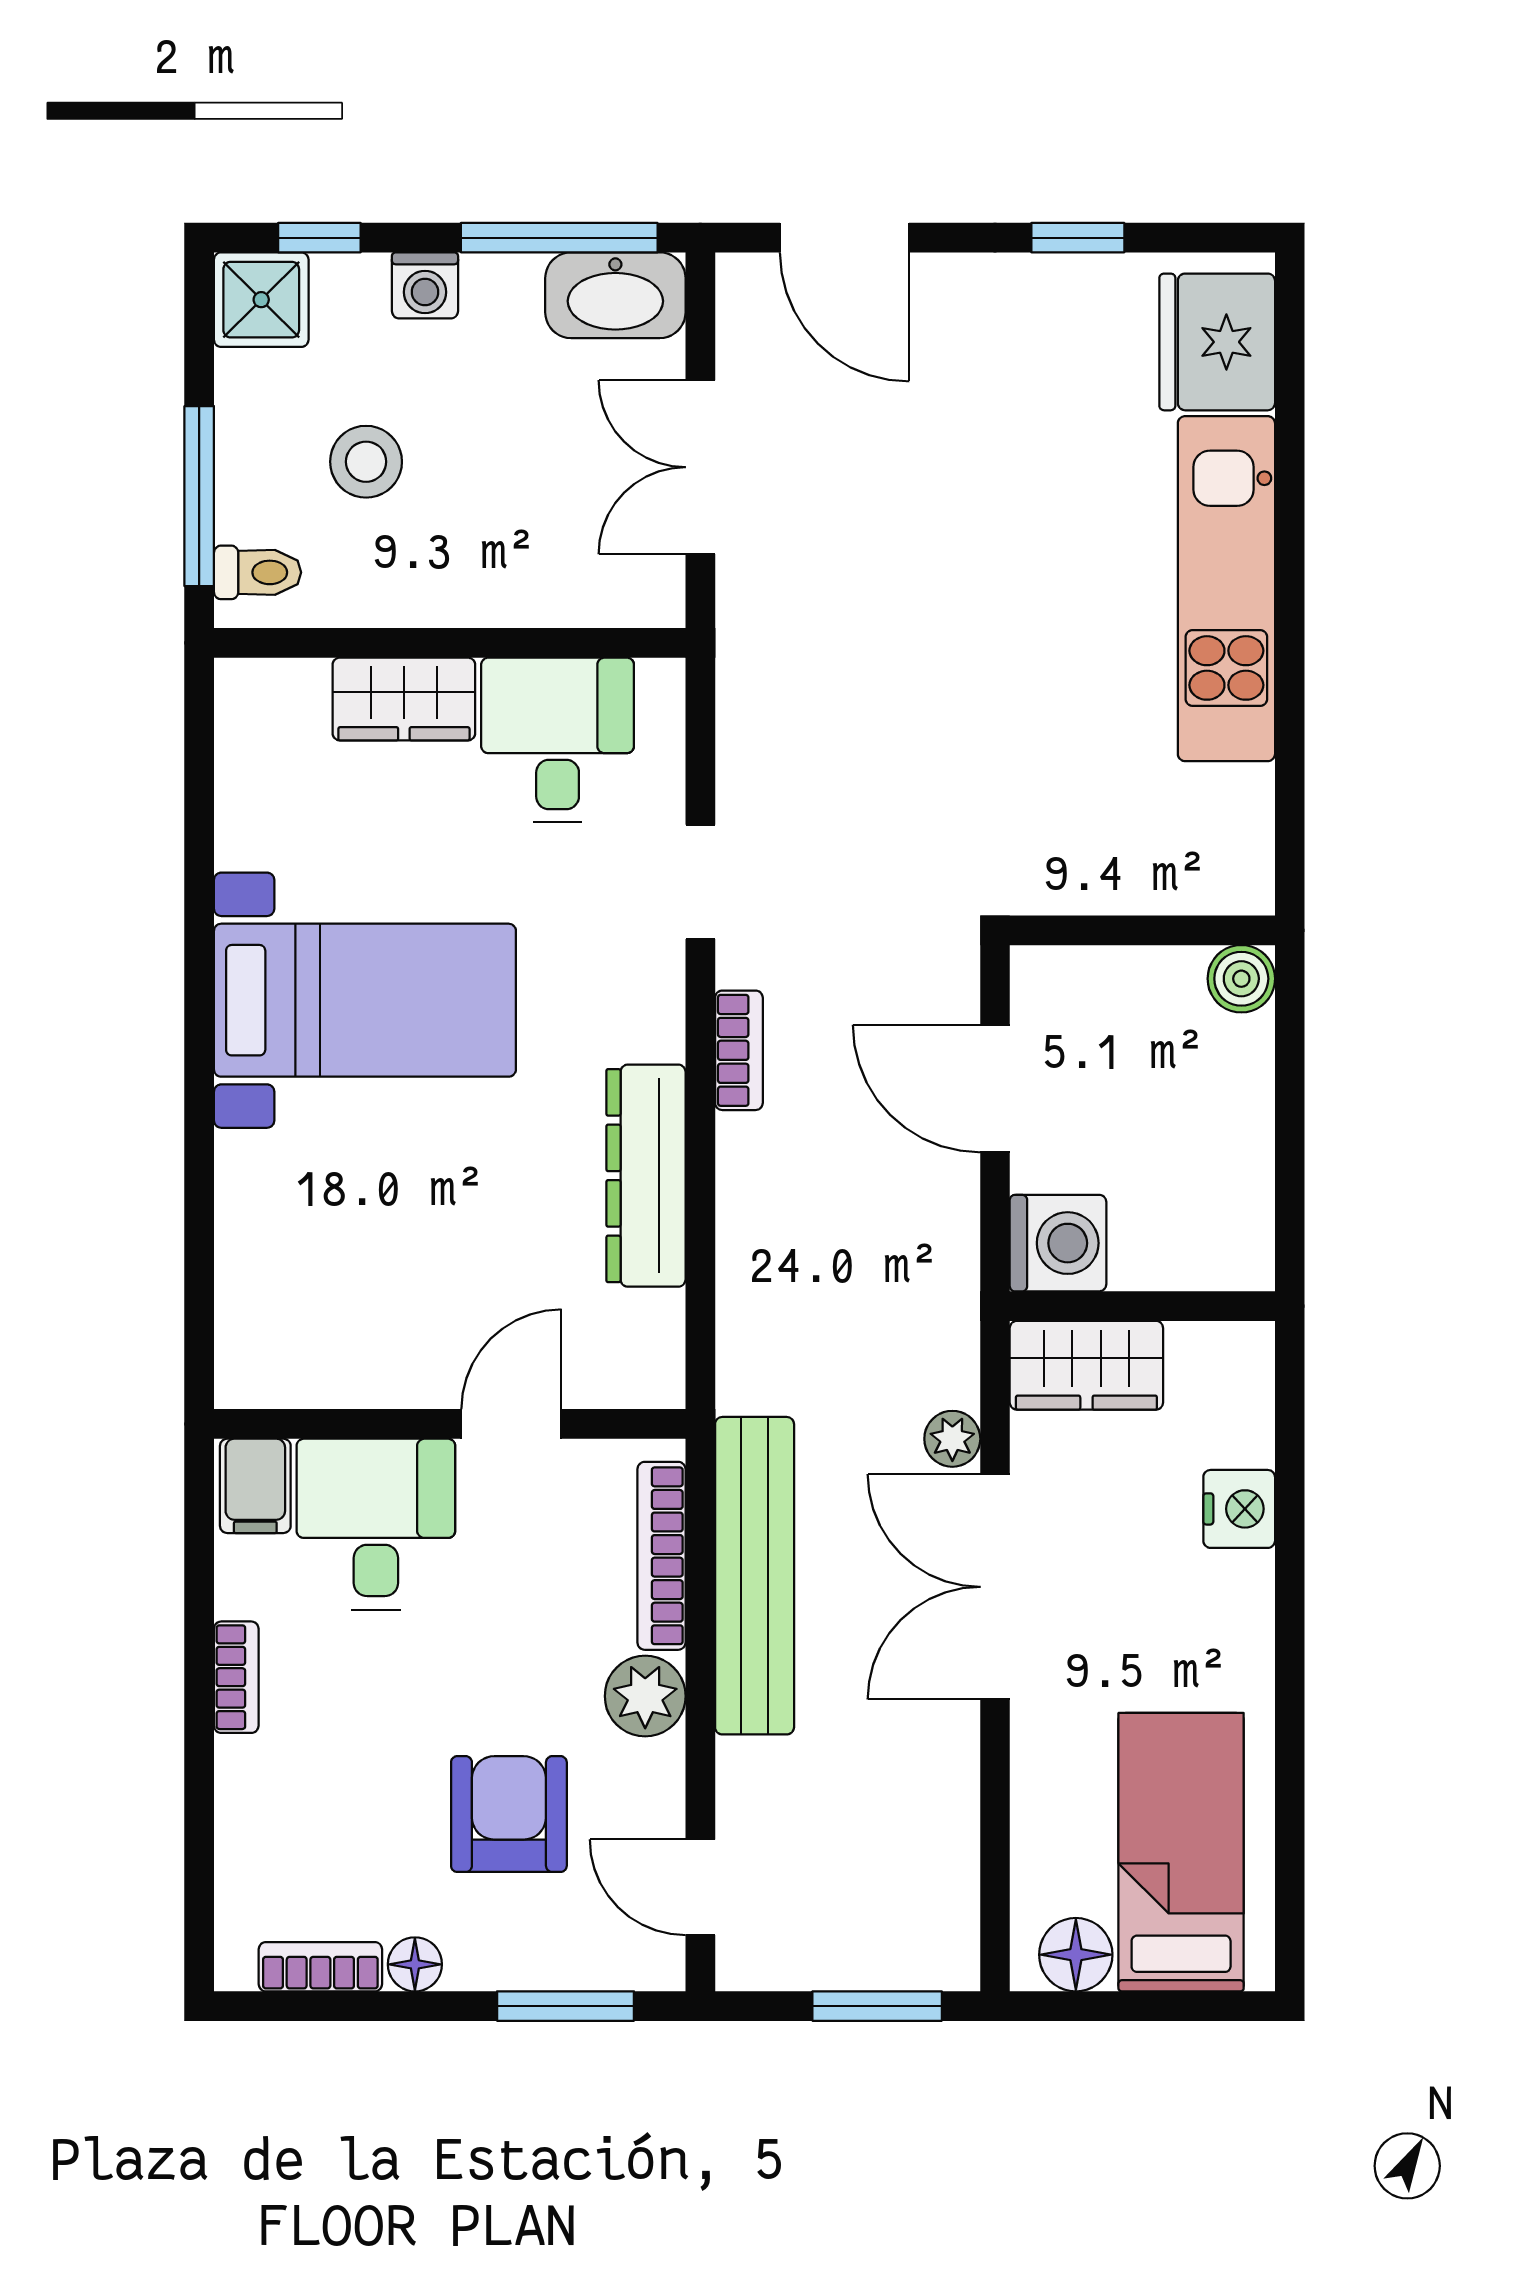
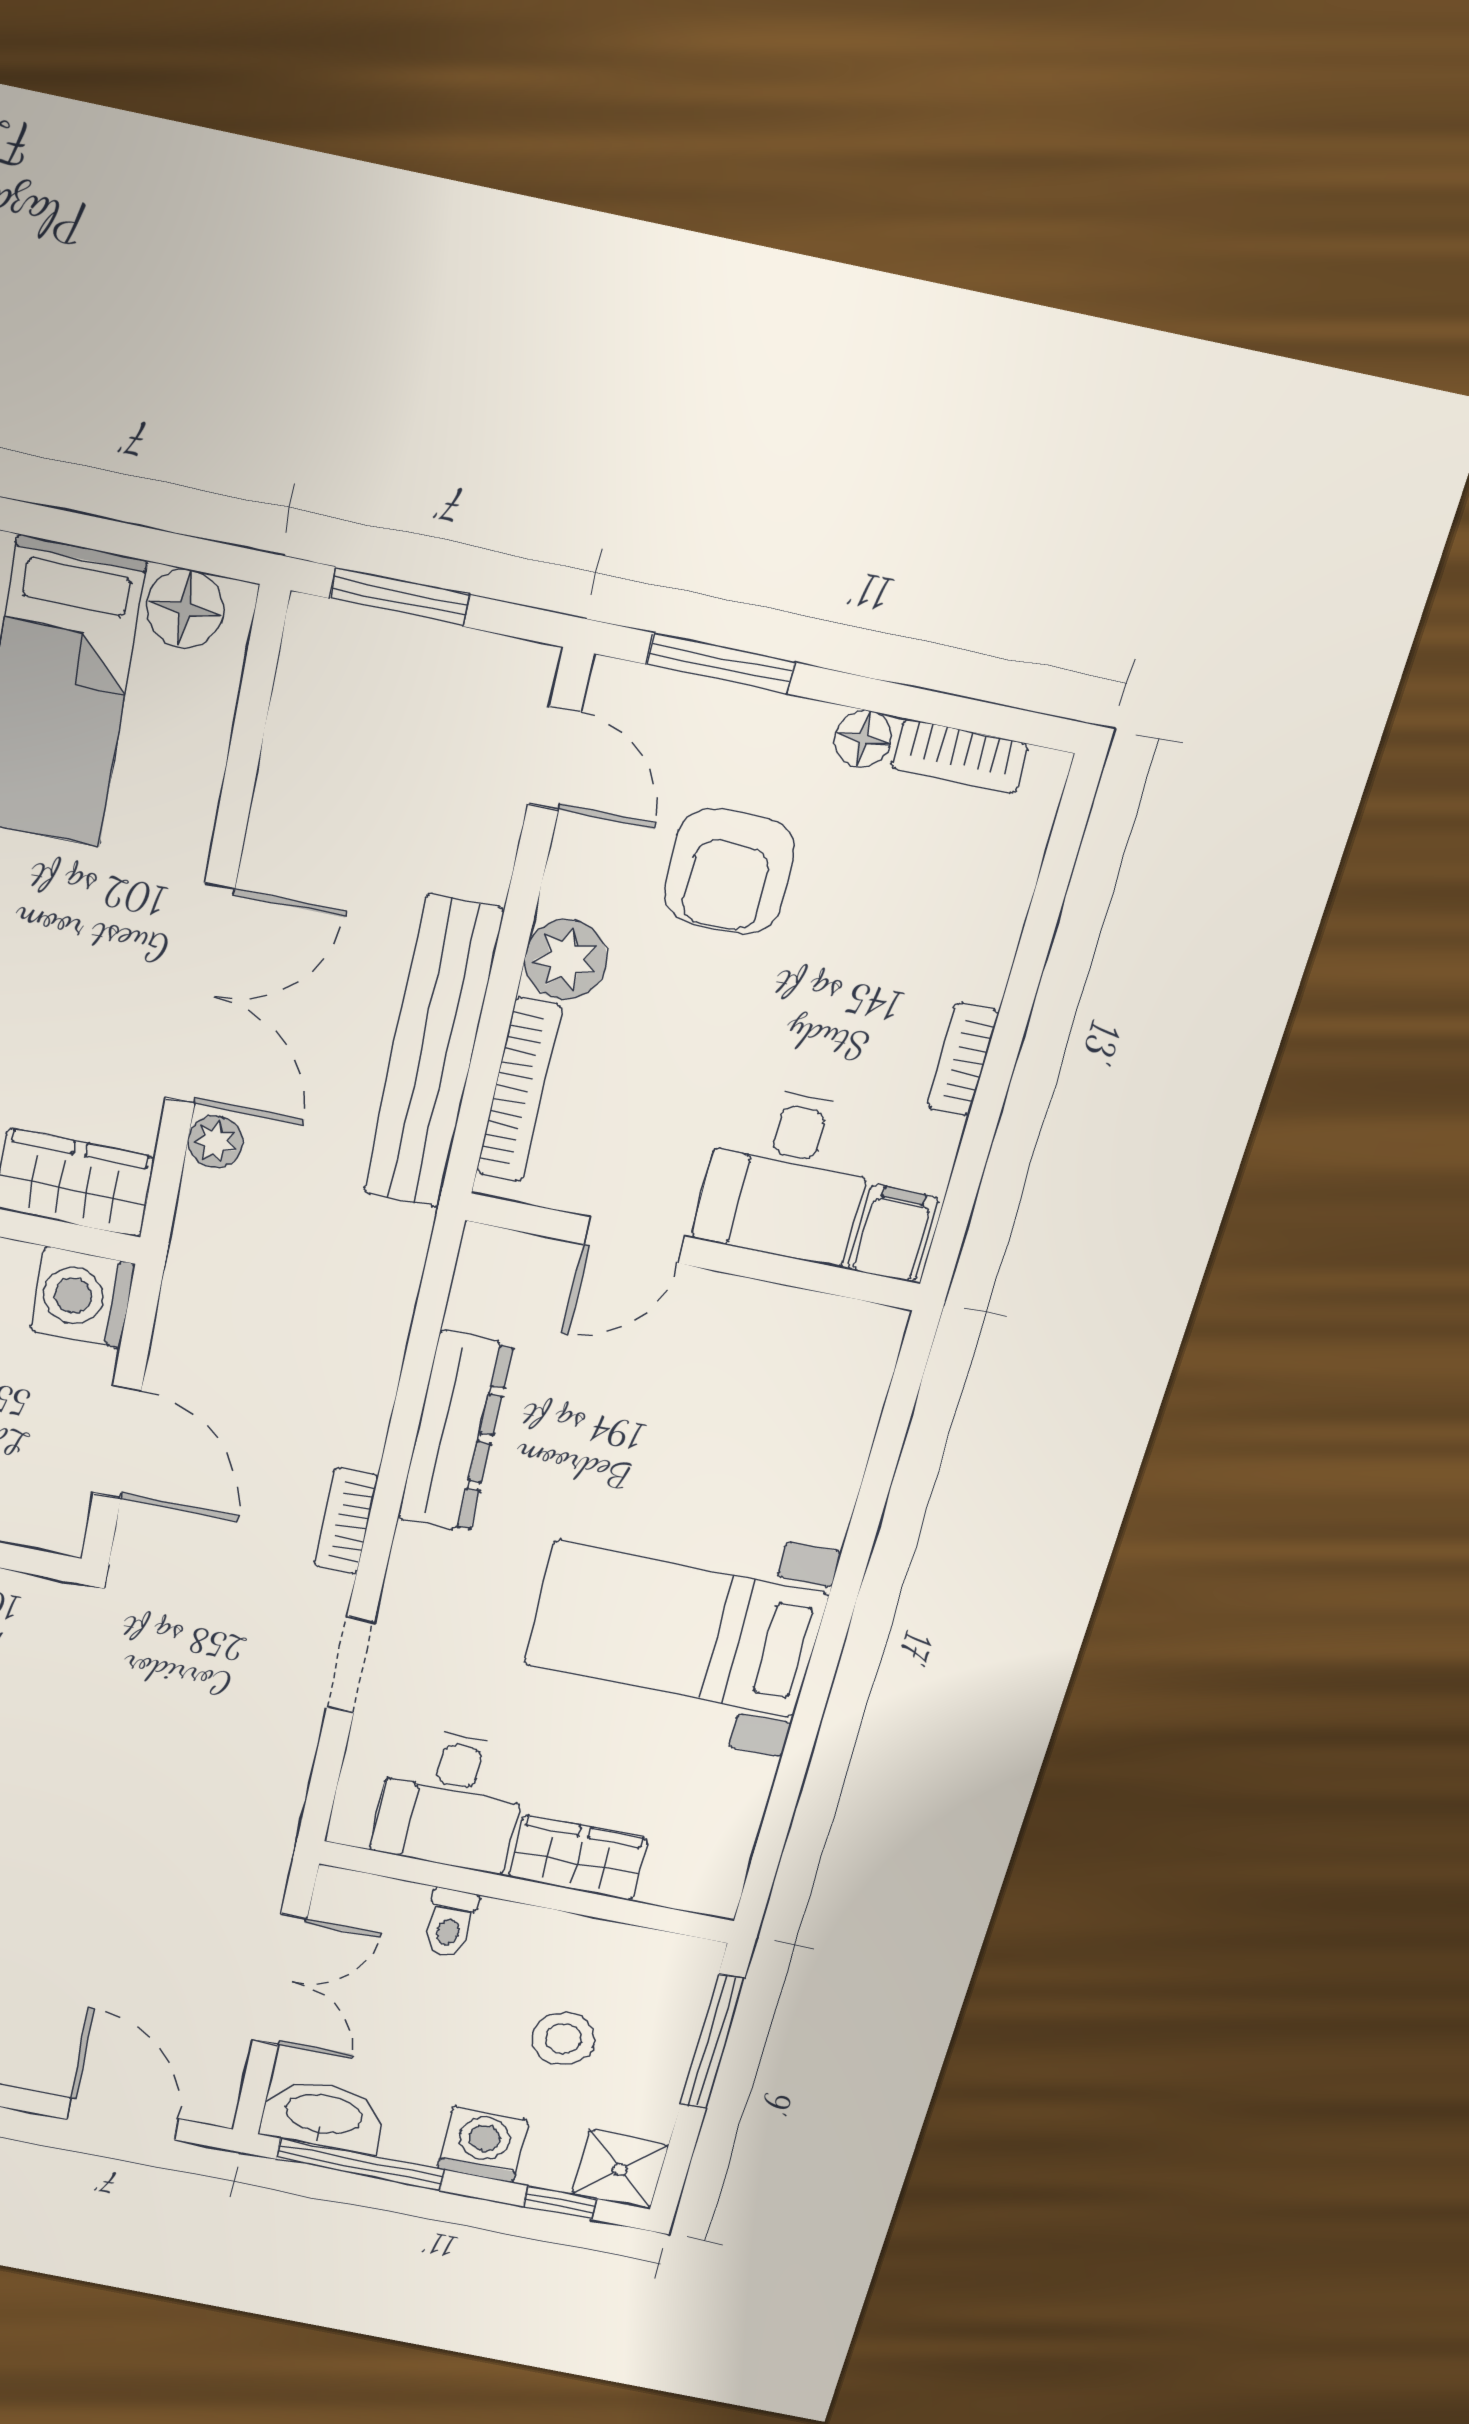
washing machine: (425, 285) -> (483, 2144), width x1.38, depth x1.38
toilet: (258, 572) -> (450, 1923), moved, turned -90

